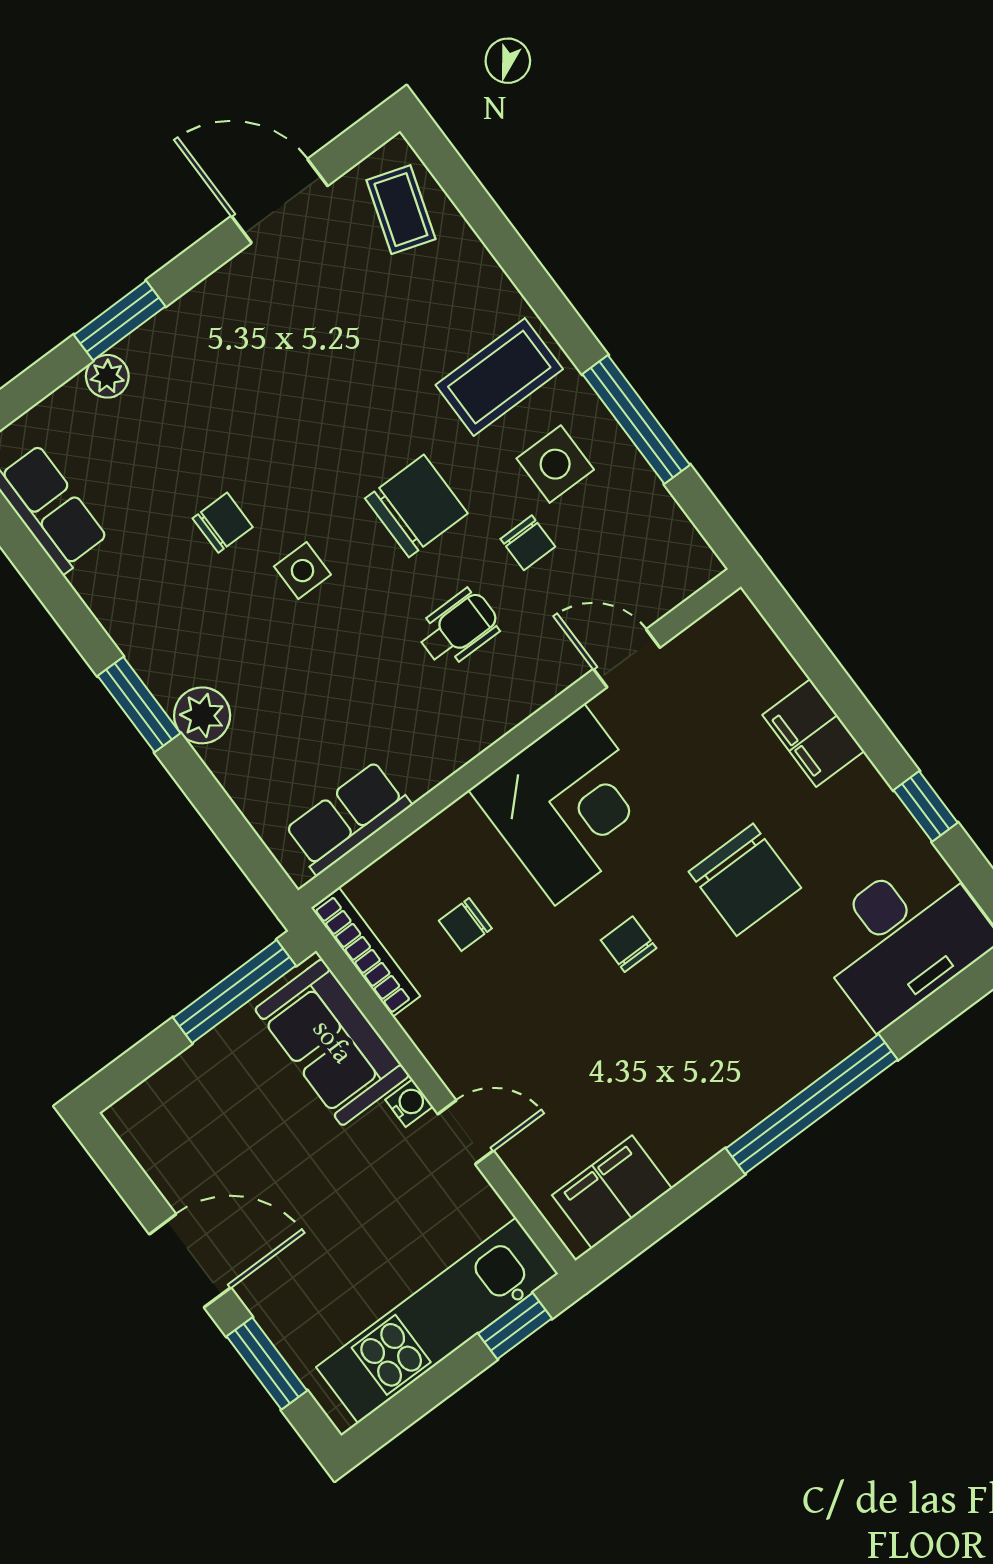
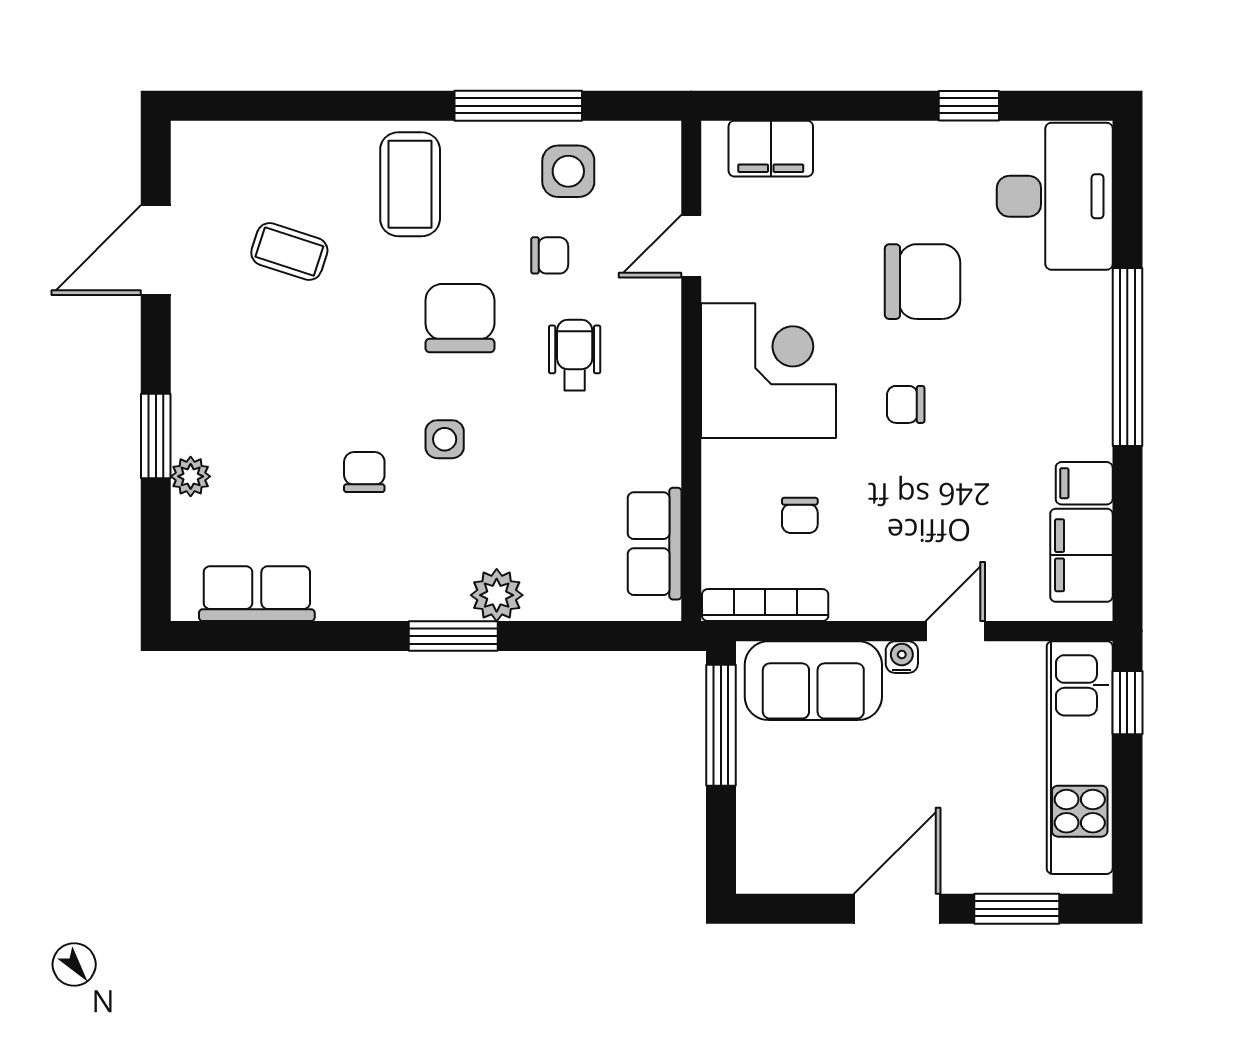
coffee table: (401, 210) -> (289, 252), moved
side table: (555, 464) -> (568, 171), moved
filing cabinet: (813, 733) -> (771, 149), moved
filing cabinet: (676, 1148) -> (1084, 483), added

